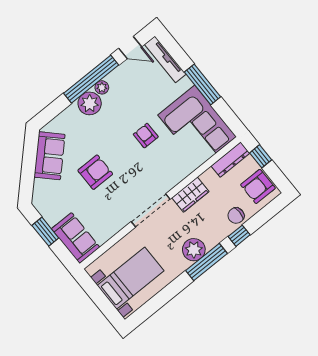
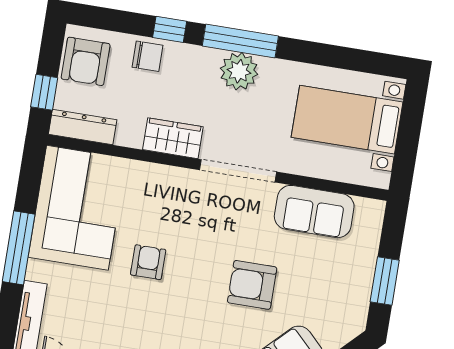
armchair: (146, 136) -> (148, 262), turned 180
armchair: (258, 186) -> (86, 61), turned 90
sofa: (76, 238) -> (314, 212), moved, turned -90

